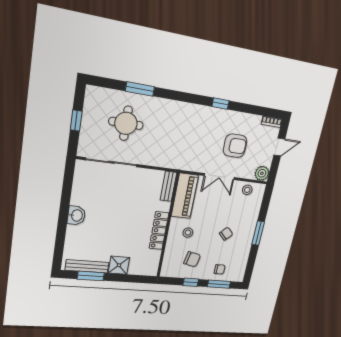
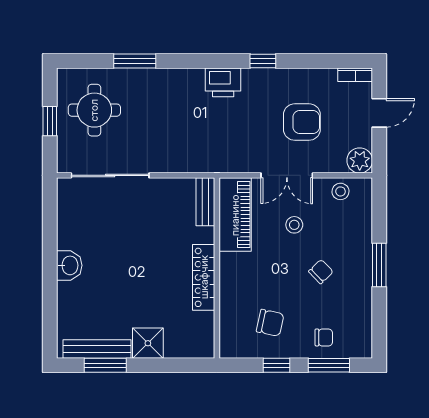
printer: (194, 113) -> (223, 82), added
round table: (126, 123) -> (94, 110), moved
stool: (188, 233) -> (294, 225), moved

